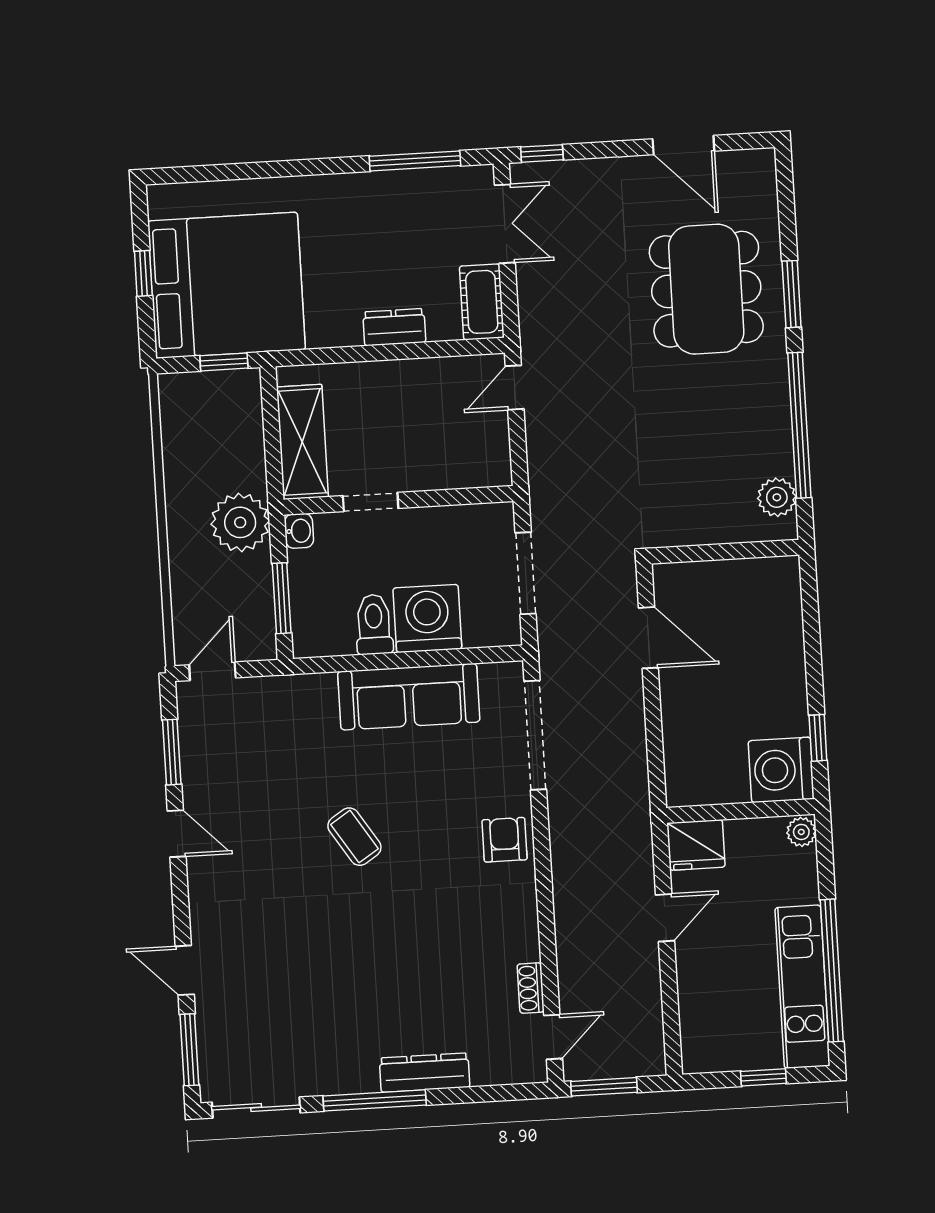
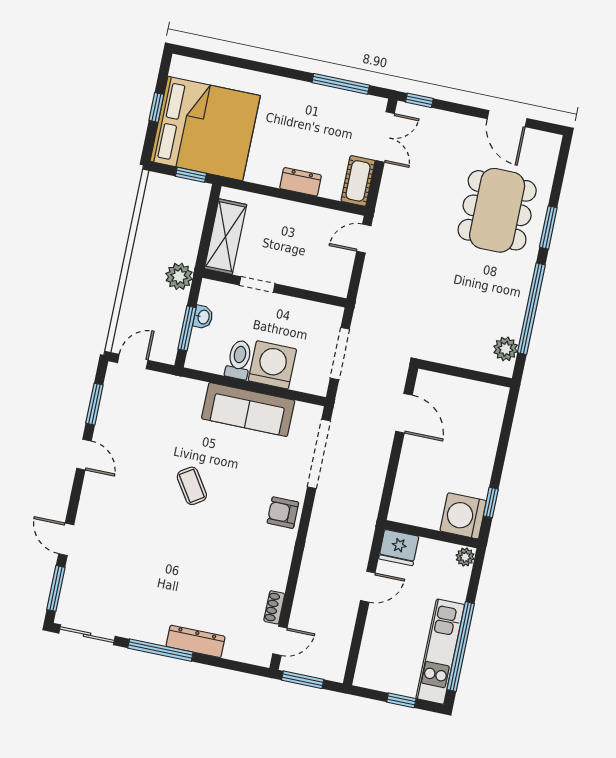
plant: (240, 522) -> (179, 276), width x0.73, depth x0.73
washbasin: (299, 531) -> (203, 317), moved
armchair: (505, 840) -> (283, 513), turned -90

